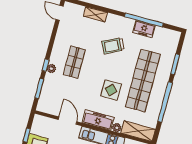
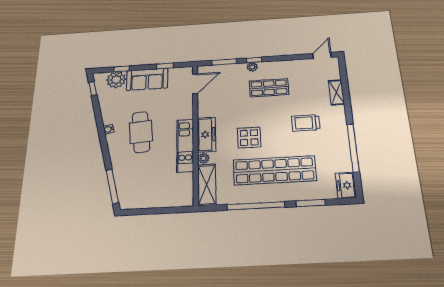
freezer: (144, 29) -> (346, 185), moved
trolley: (113, 46) -> (306, 123), turned -64
door: (68, 121) -> (195, 84), moved

